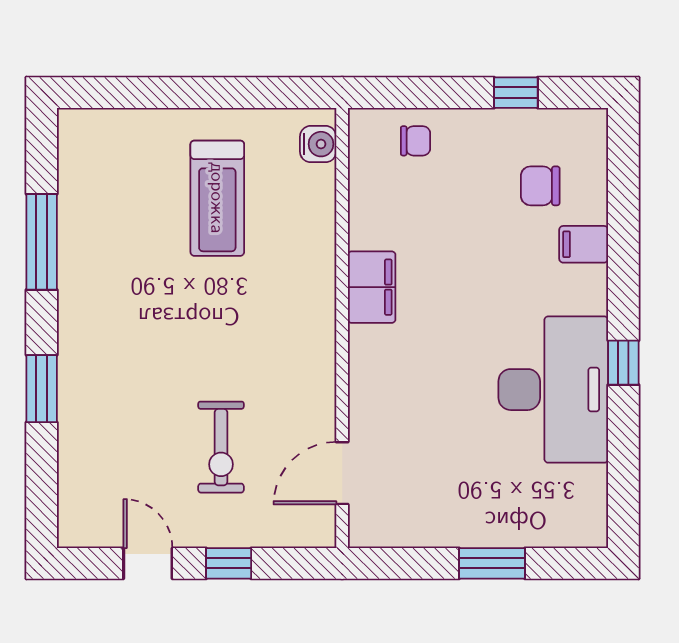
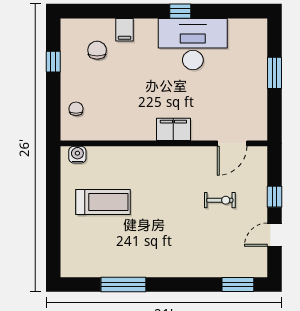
chair: (540, 186) -> (97, 50), turned 180
filing cabinet: (372, 287) -> (173, 129), moved
window: (42, 389) -> (238, 285), moved
exercise bike: (221, 447) -> (220, 200), width x0.73, depth x0.72
door: (342, 473) -> (232, 143), hinge flipped

